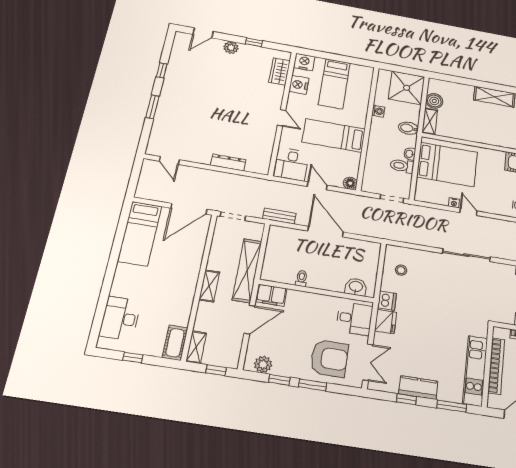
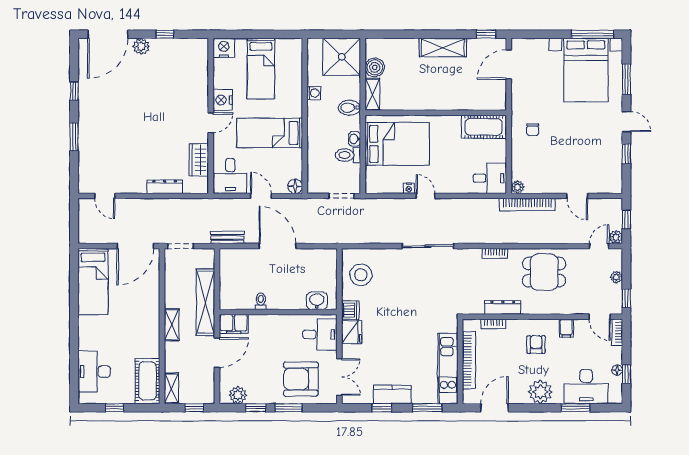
door: (203, 33) -> (108, 34), width x1.87
wardrobe: (279, 72) -> (199, 160), moved
nightstand: (299, 85) -> (223, 100), moved
door: (281, 118) -> (211, 123), hinge flipped
stool: (401, 270) -> (361, 275), width x1.89, depth x1.89
cot: (175, 343) -> (148, 381), width x1.37, depth x1.34
armchair: (329, 358) -> (301, 379), turned 180

